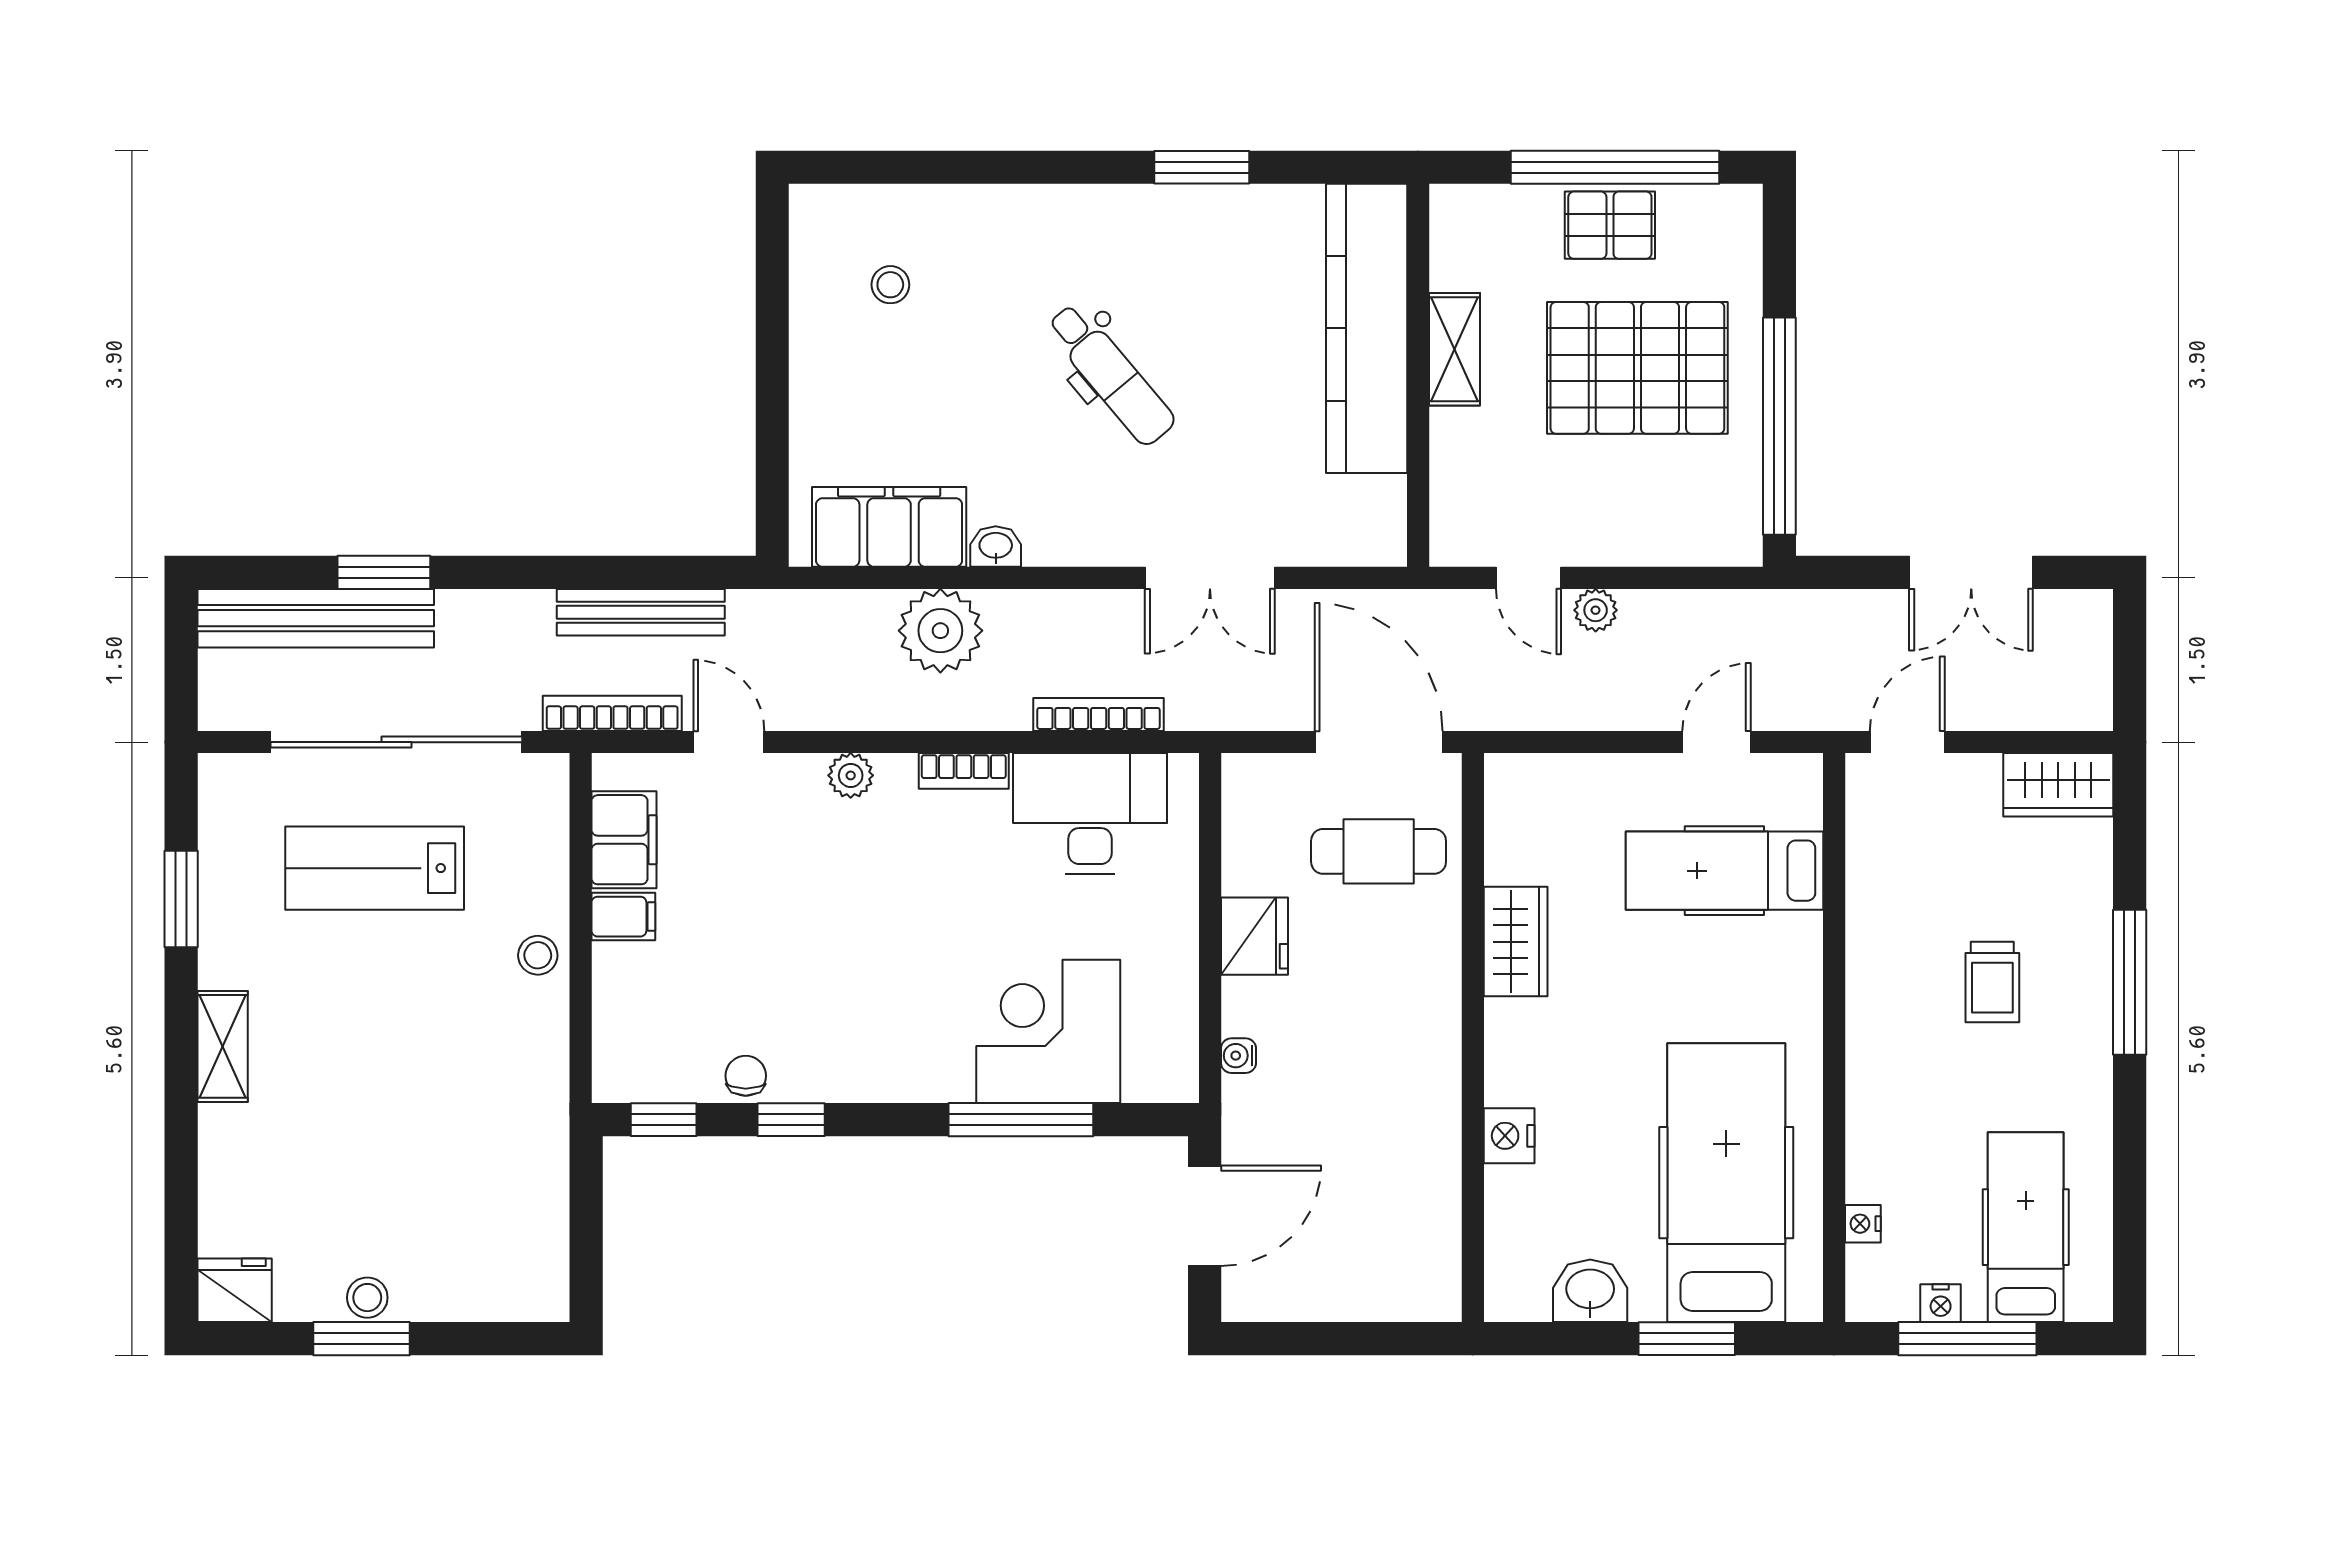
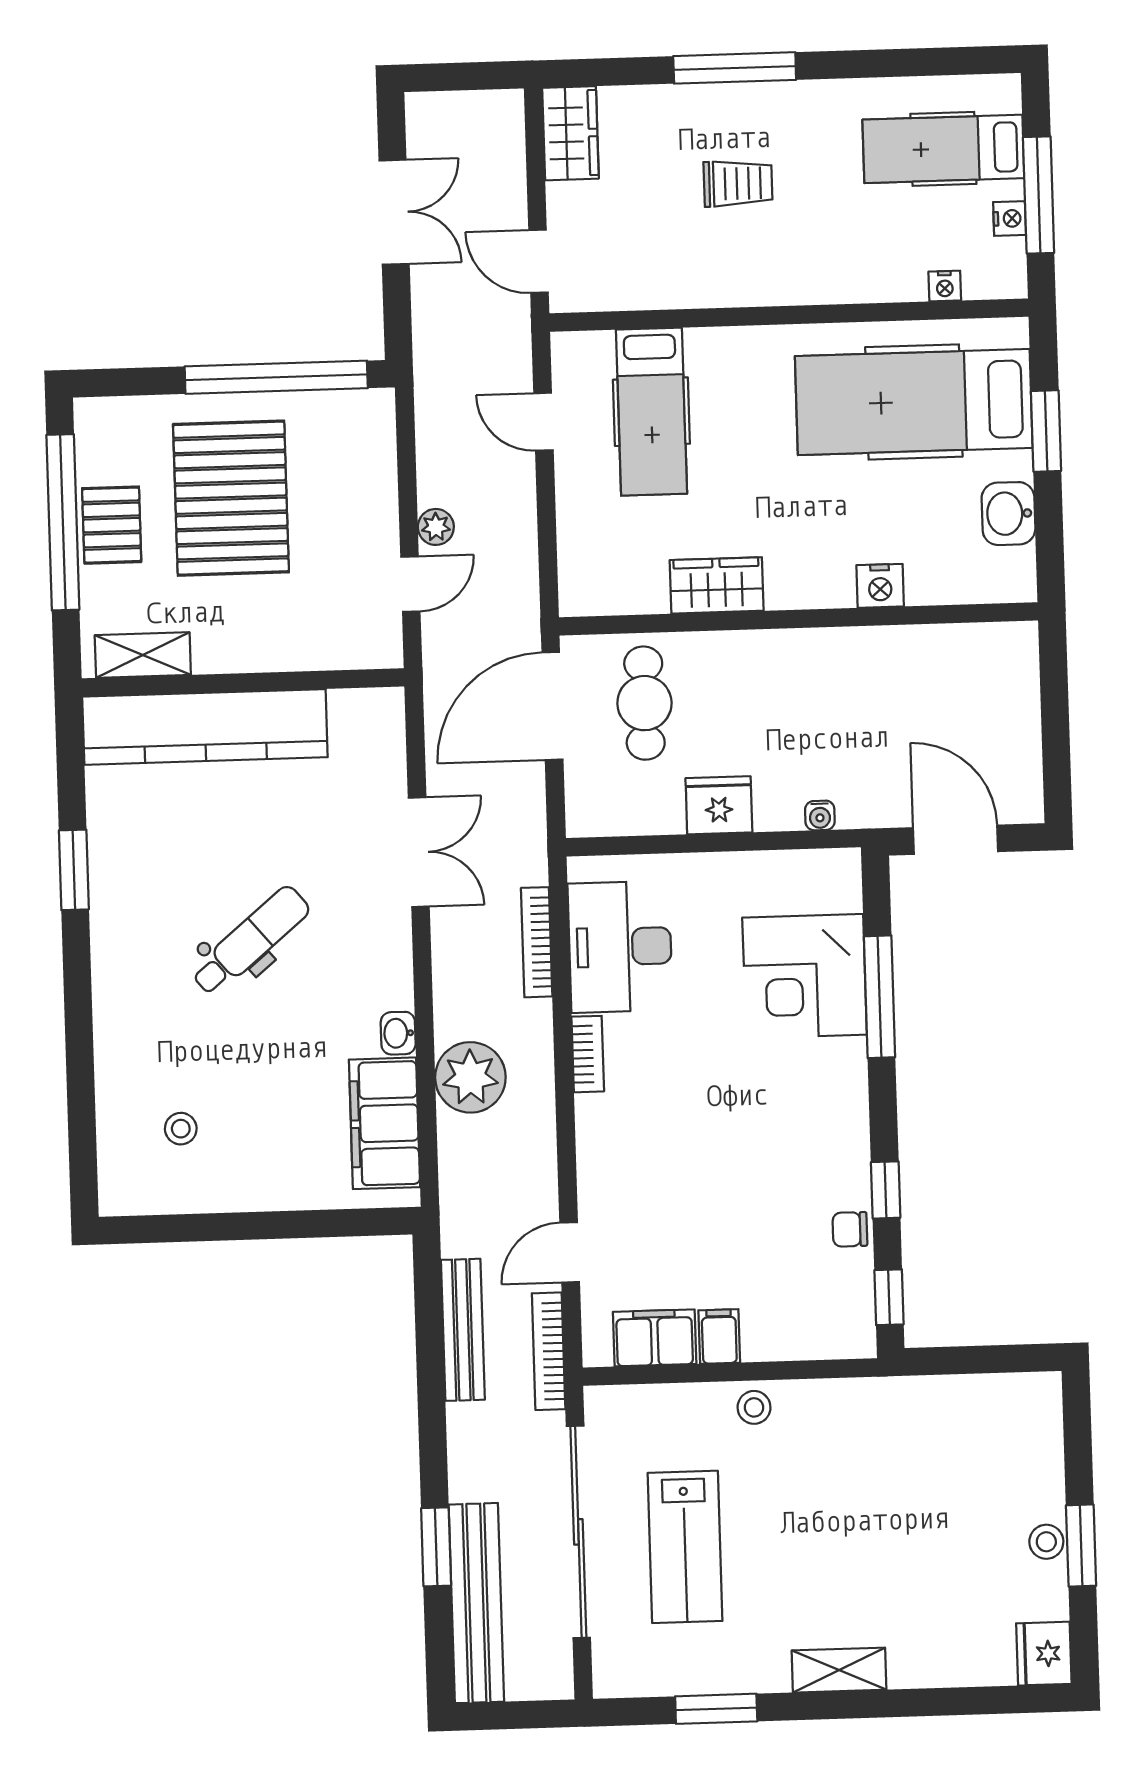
shelving: (1454, 349) -> (143, 655), moved
plant: (851, 775) -> (595, 1149), removed

